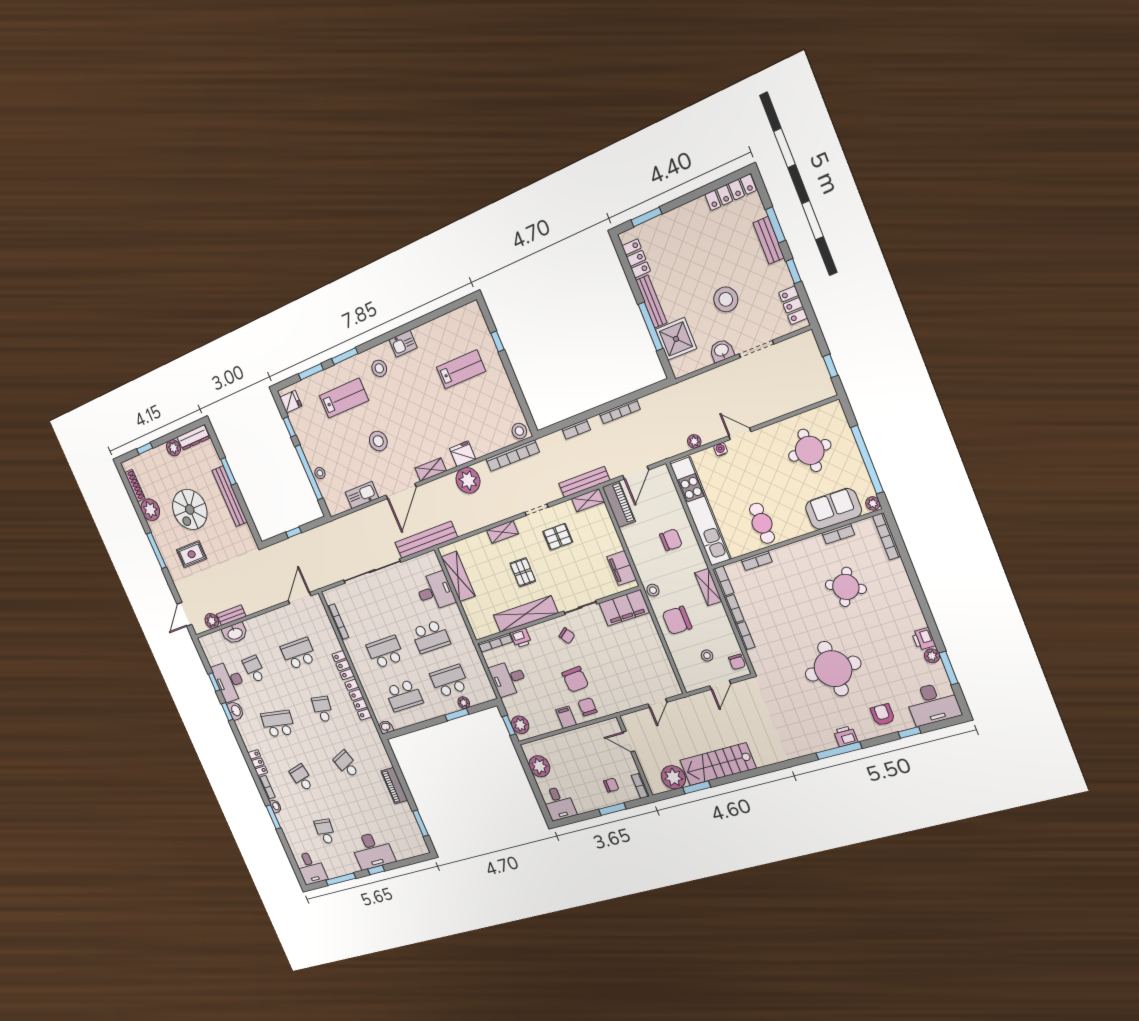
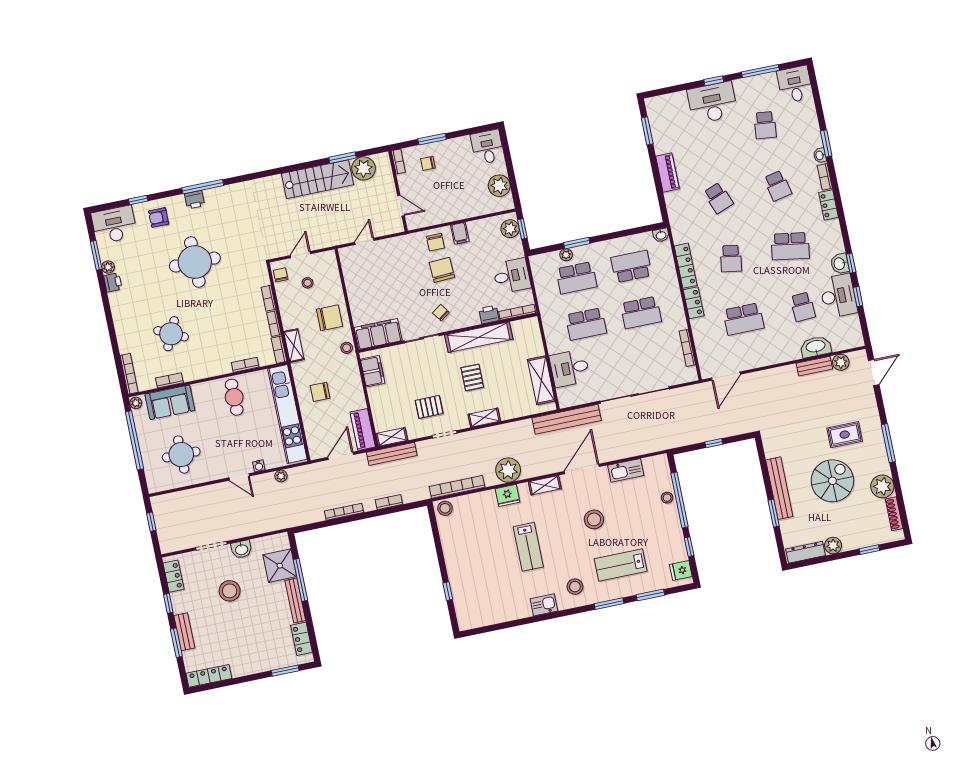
lab bench: (461, 369) -> (528, 547), moved, turned -90
school desk: (431, 637) -> (586, 324), turned 180
armchair: (883, 715) -> (159, 217), turned 90

